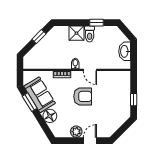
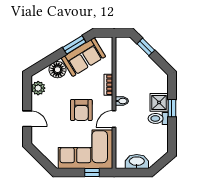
window: (96, 23) -> (172, 108), moved
window: (39, 36) -> (146, 47), moved
corner sofa: (115, 93) -> (86, 149), added
window: (134, 100) -> (92, 173), moved
plant: (76, 132) -> (38, 88), moved

